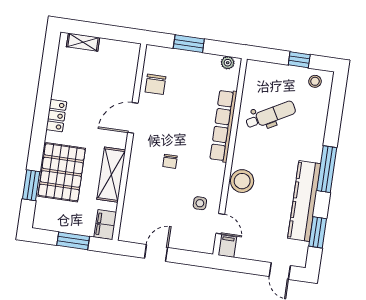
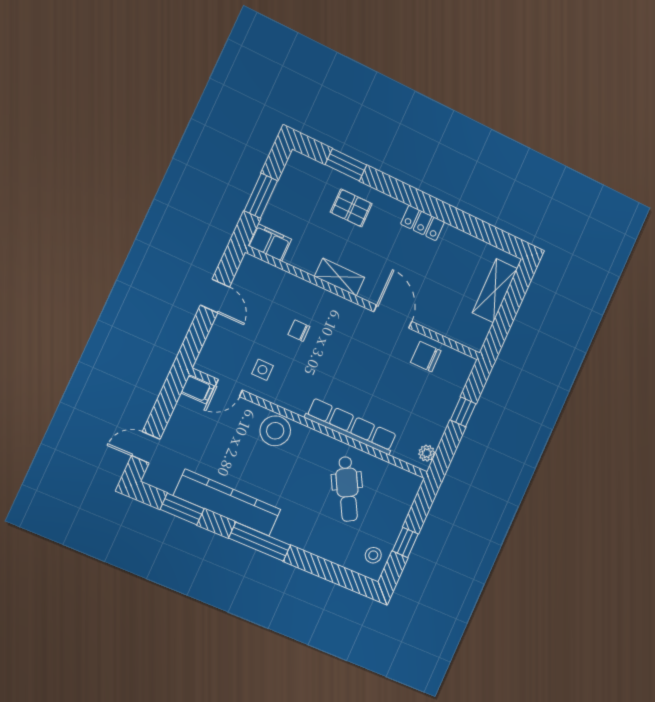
shelving: (83, 42) -> (495, 291), width x1.50, depth x1.33
window: (189, 44) -> (463, 412), width x0.67
chair: (170, 161) -> (299, 331), moved
pallet: (62, 172) -> (351, 208), width x0.49, depth x0.50
shelving: (111, 175) -> (339, 277), width x0.67, depth x0.75

